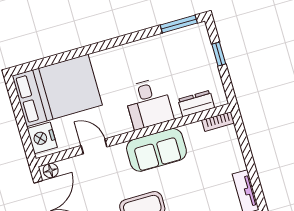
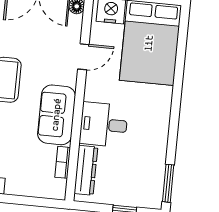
dresser: (196, 103) -> (86, 170), width x1.44
bookcase: (218, 121) -> (63, 162), moved

